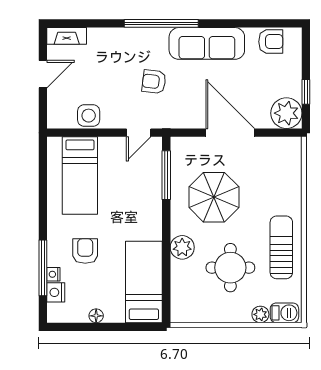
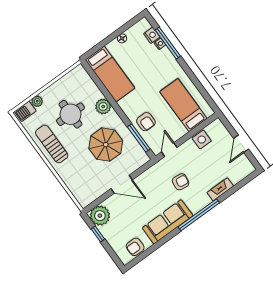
fireplace: (67, 36) -> (220, 189), moved
door: (230, 133) -> (122, 184), width x0.73
sun lounger: (281, 247) -> (52, 144), turned 180
armchair: (85, 251) -> (146, 122), moved

